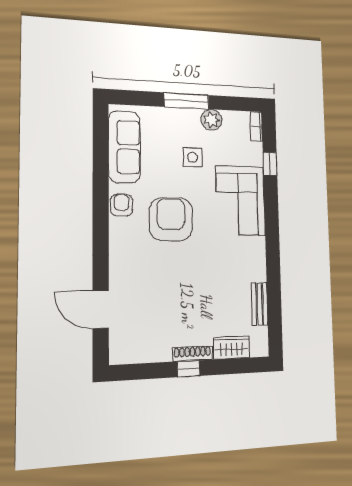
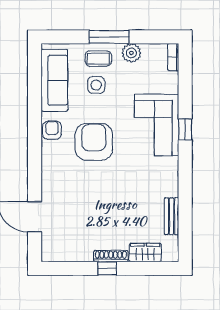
coffee table: (175, 124) -> (98, 59), added
side table: (193, 157) -> (96, 85), moved
window: (270, 164) -> (185, 130), moved

